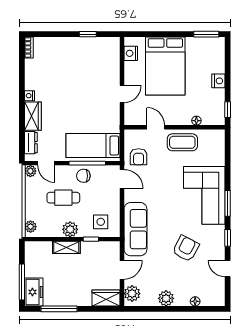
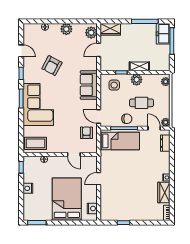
wardrobe: (33, 116) -> (164, 192), moved
coffee table: (182, 142) -> (36, 143), moved
sofa: (135, 229) -> (89, 85), width x0.73

